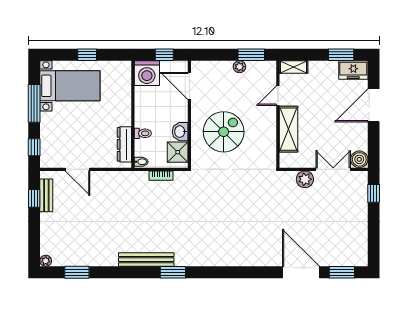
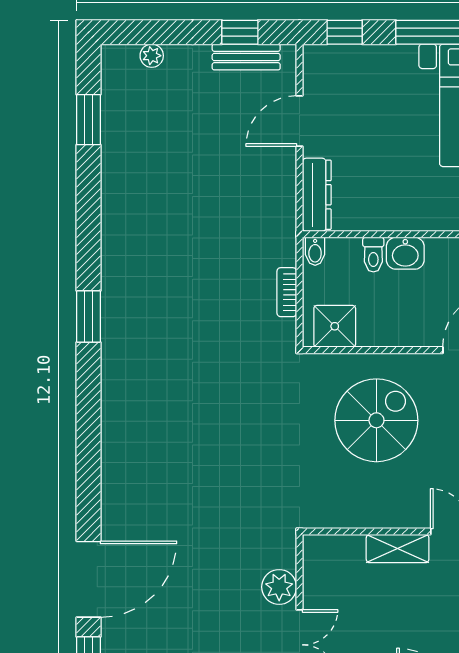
shelving: (288, 129) -> (398, 549), width x0.67, depth x0.75
washbasin: (180, 132) -> (405, 253), moved, turned 180
spiral stairs: (224, 132) -> (376, 420), turned -90
dresser: (124, 144) -> (317, 195), moved, turned 90
bench: (146, 260) -> (114, 262), removed
plant: (46, 261) -> (152, 56), moved

